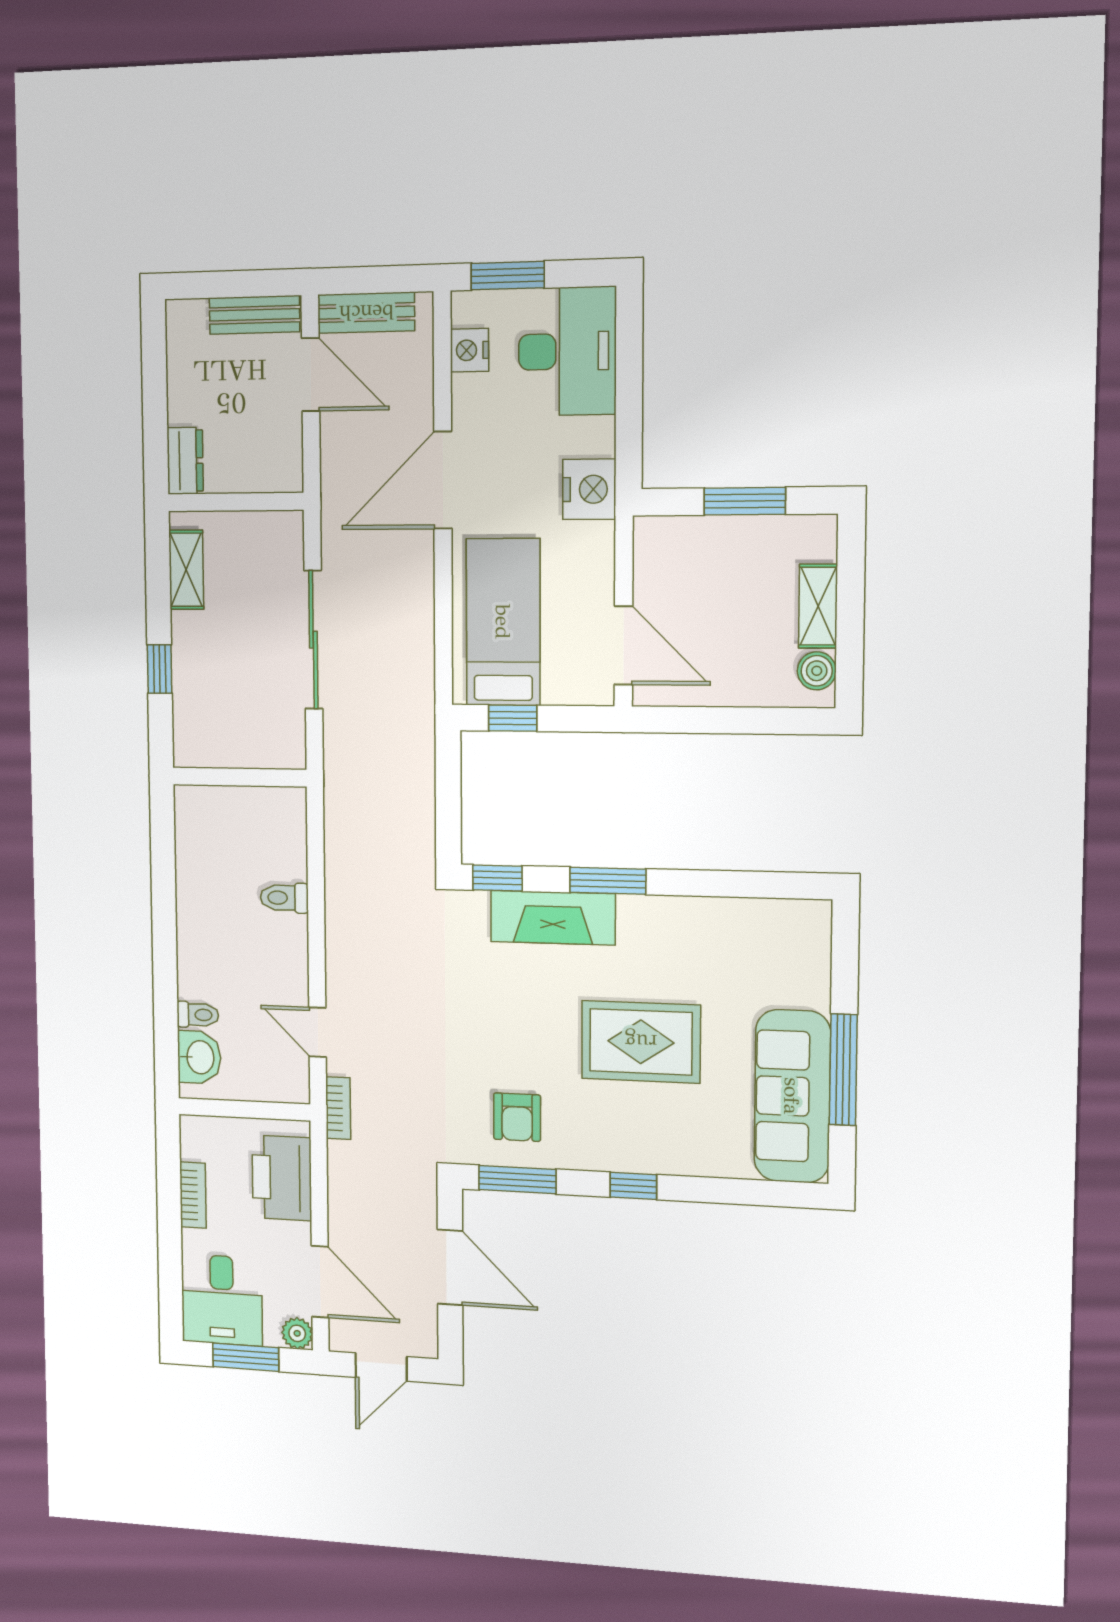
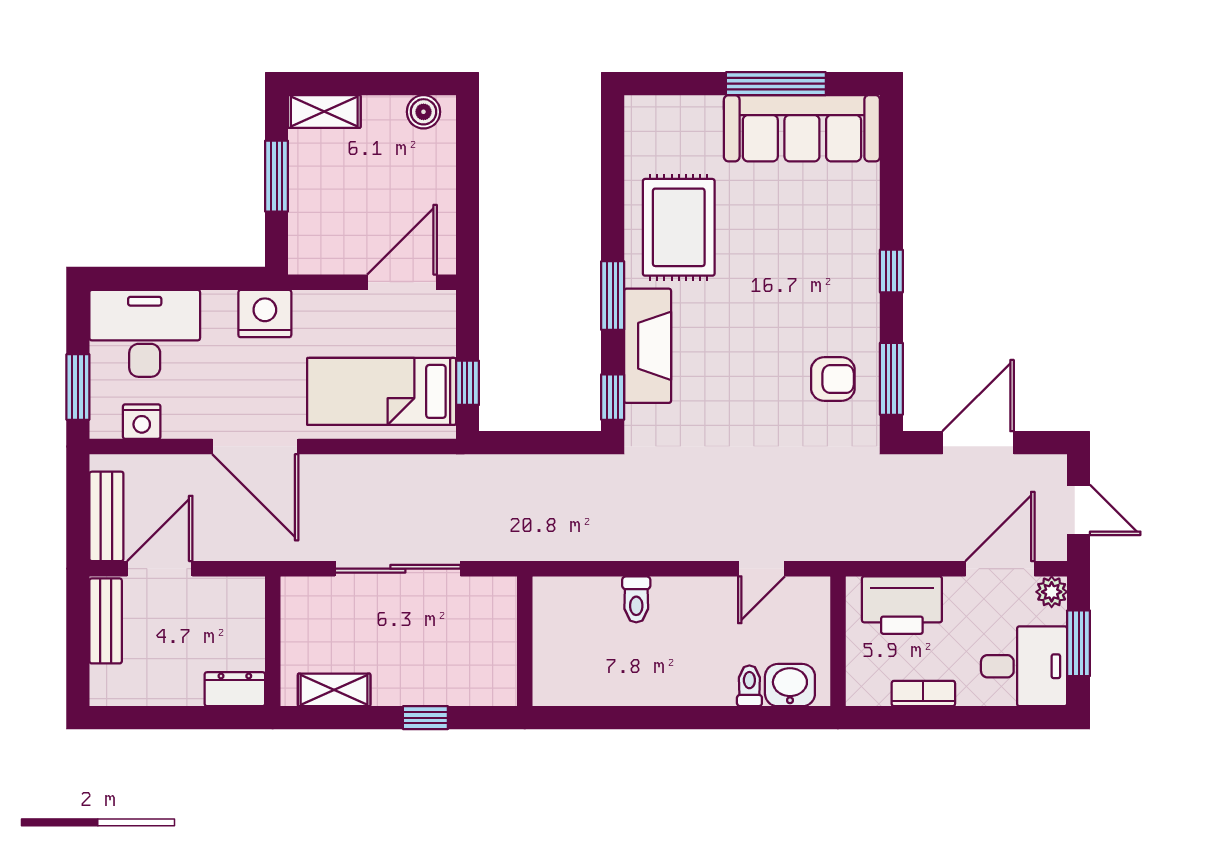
shelving: (818, 606) -> (324, 111), moved
rug: (641, 1042) -> (679, 227), moved
bookcase: (338, 1108) -> (832, 549), removed

